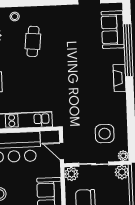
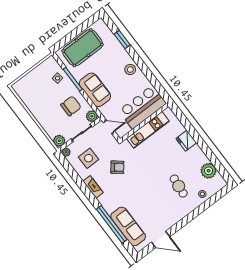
sofa: (113, 30) -> (128, 226), width x1.36
fireplace: (120, 78) -> (93, 187), moved
armchair: (82, 104) -> (117, 167), added

